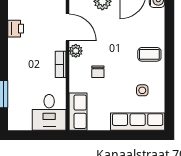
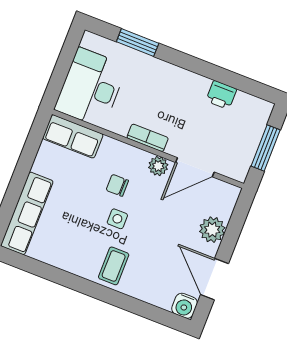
side table: (142, 90) -> (117, 219), moved
desk: (49, 112) -> (91, 88), width x1.37

